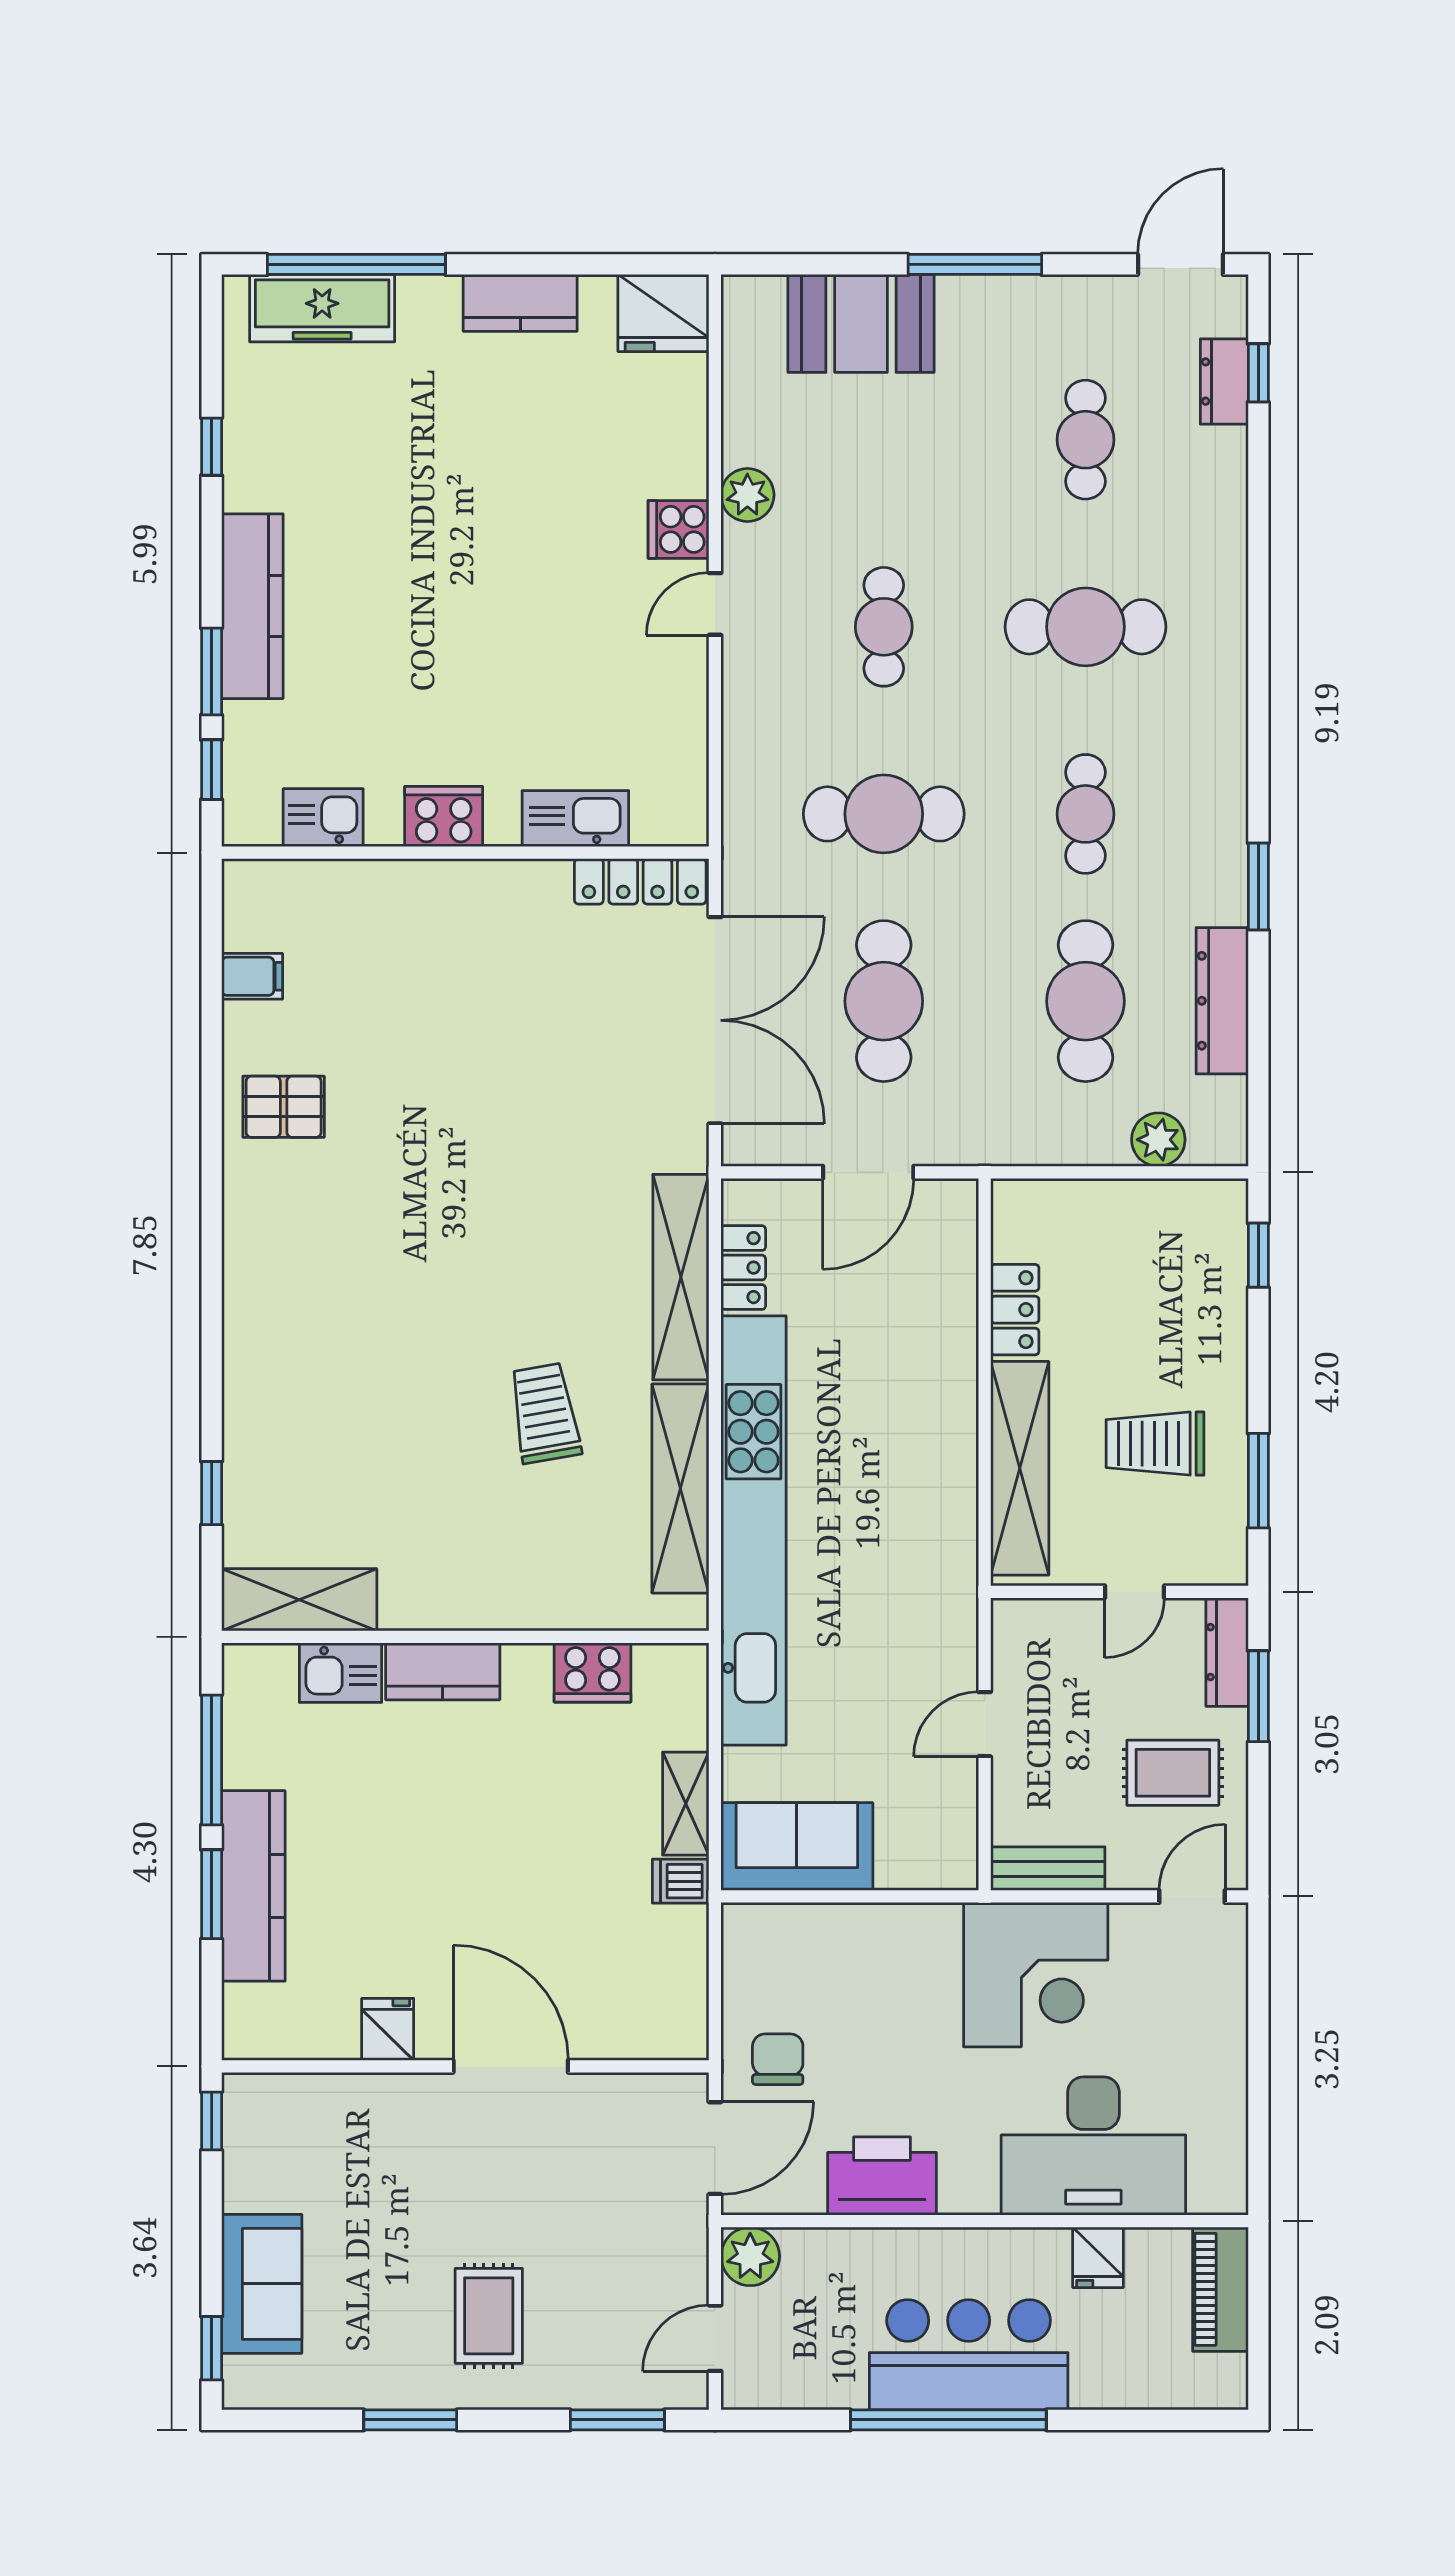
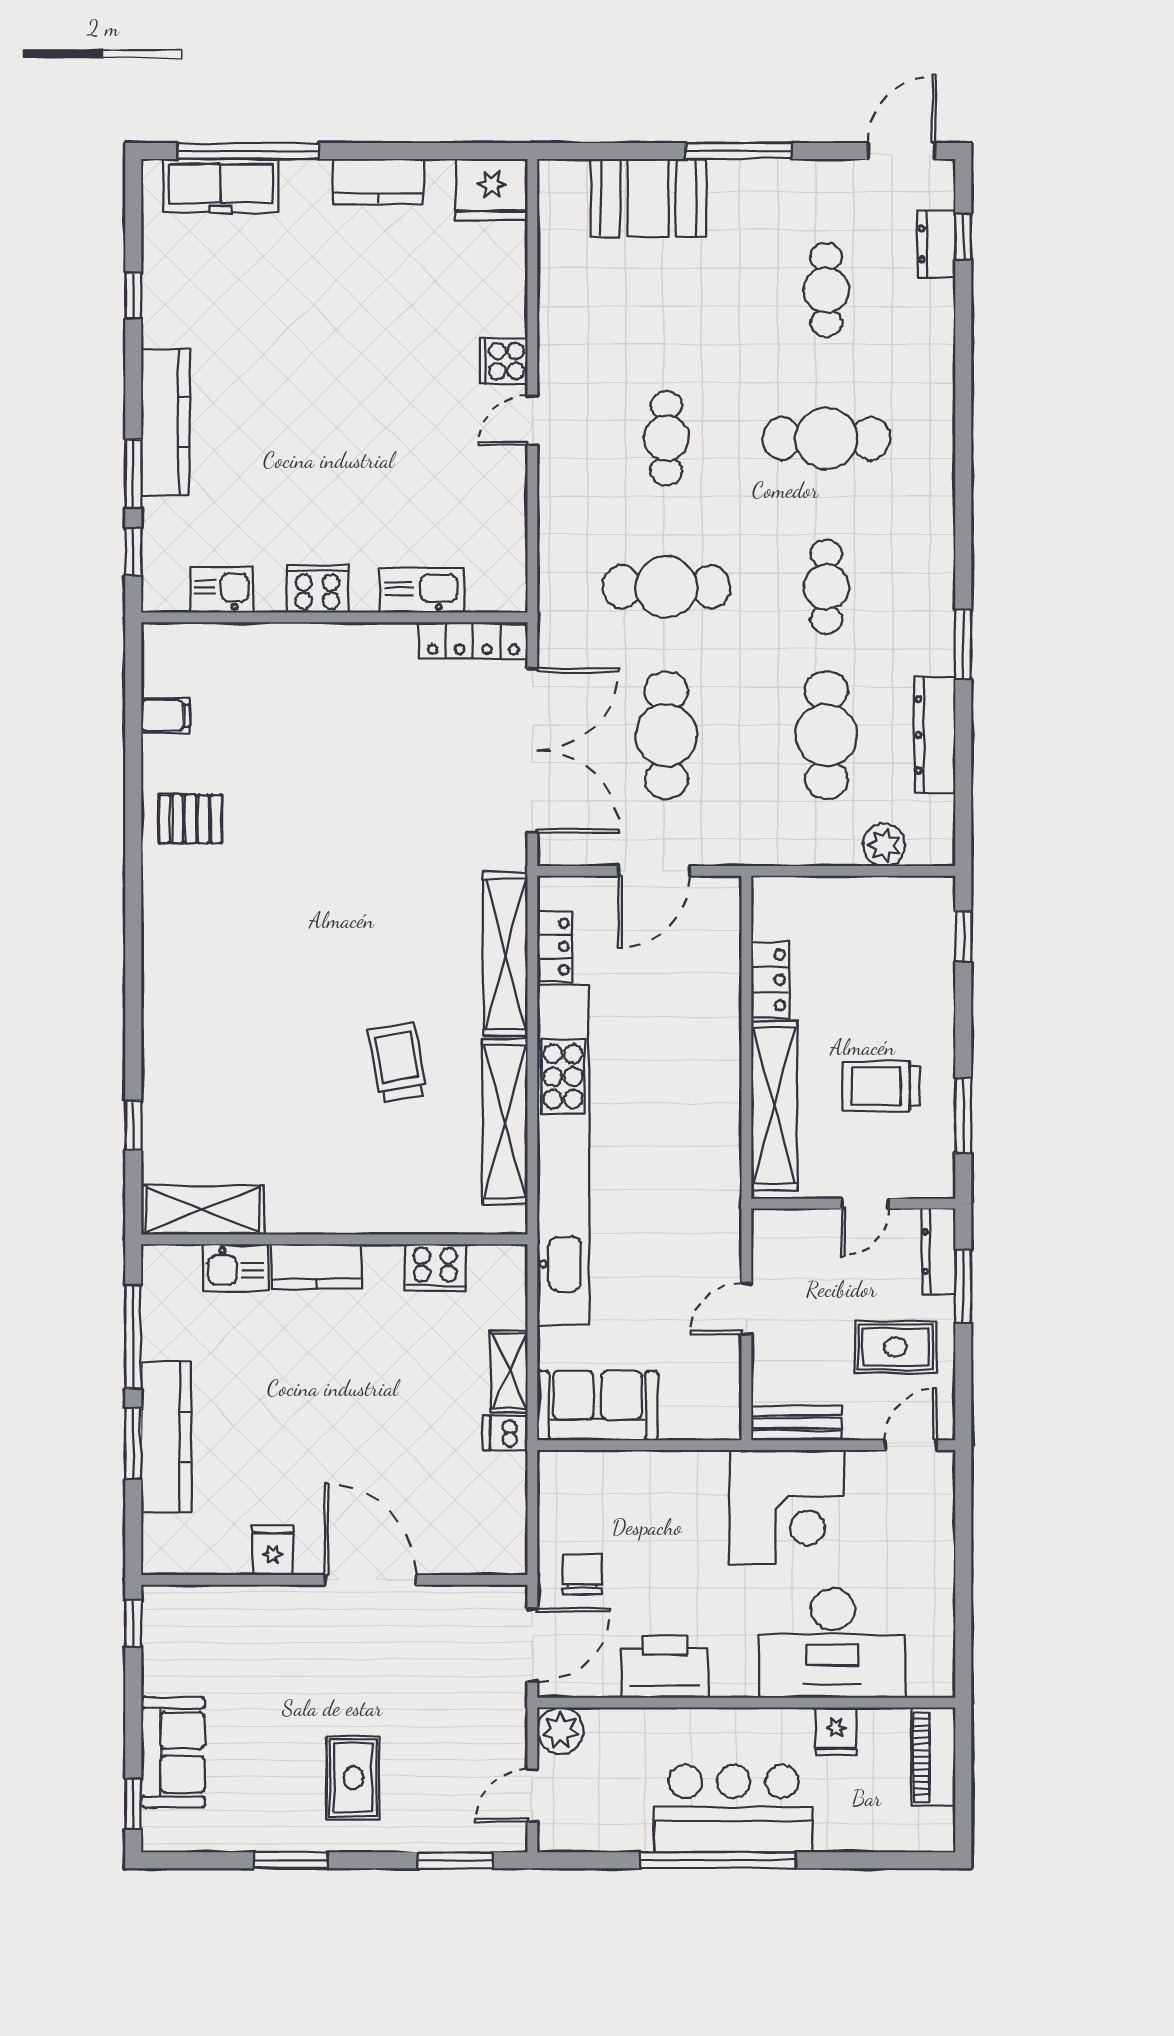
plant: (747, 495) -> (558, 334), removed

